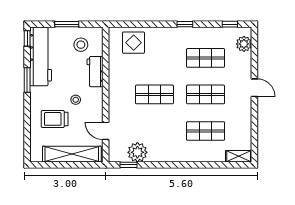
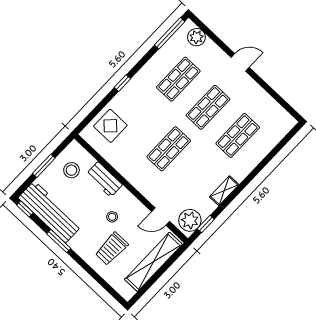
window: (185, 24) -> (122, 83), moved
window: (230, 24) -> (170, 33), width x2.17
plant: (137, 152) -> (190, 220), moved
shelving: (239, 156) -> (224, 191), moved

